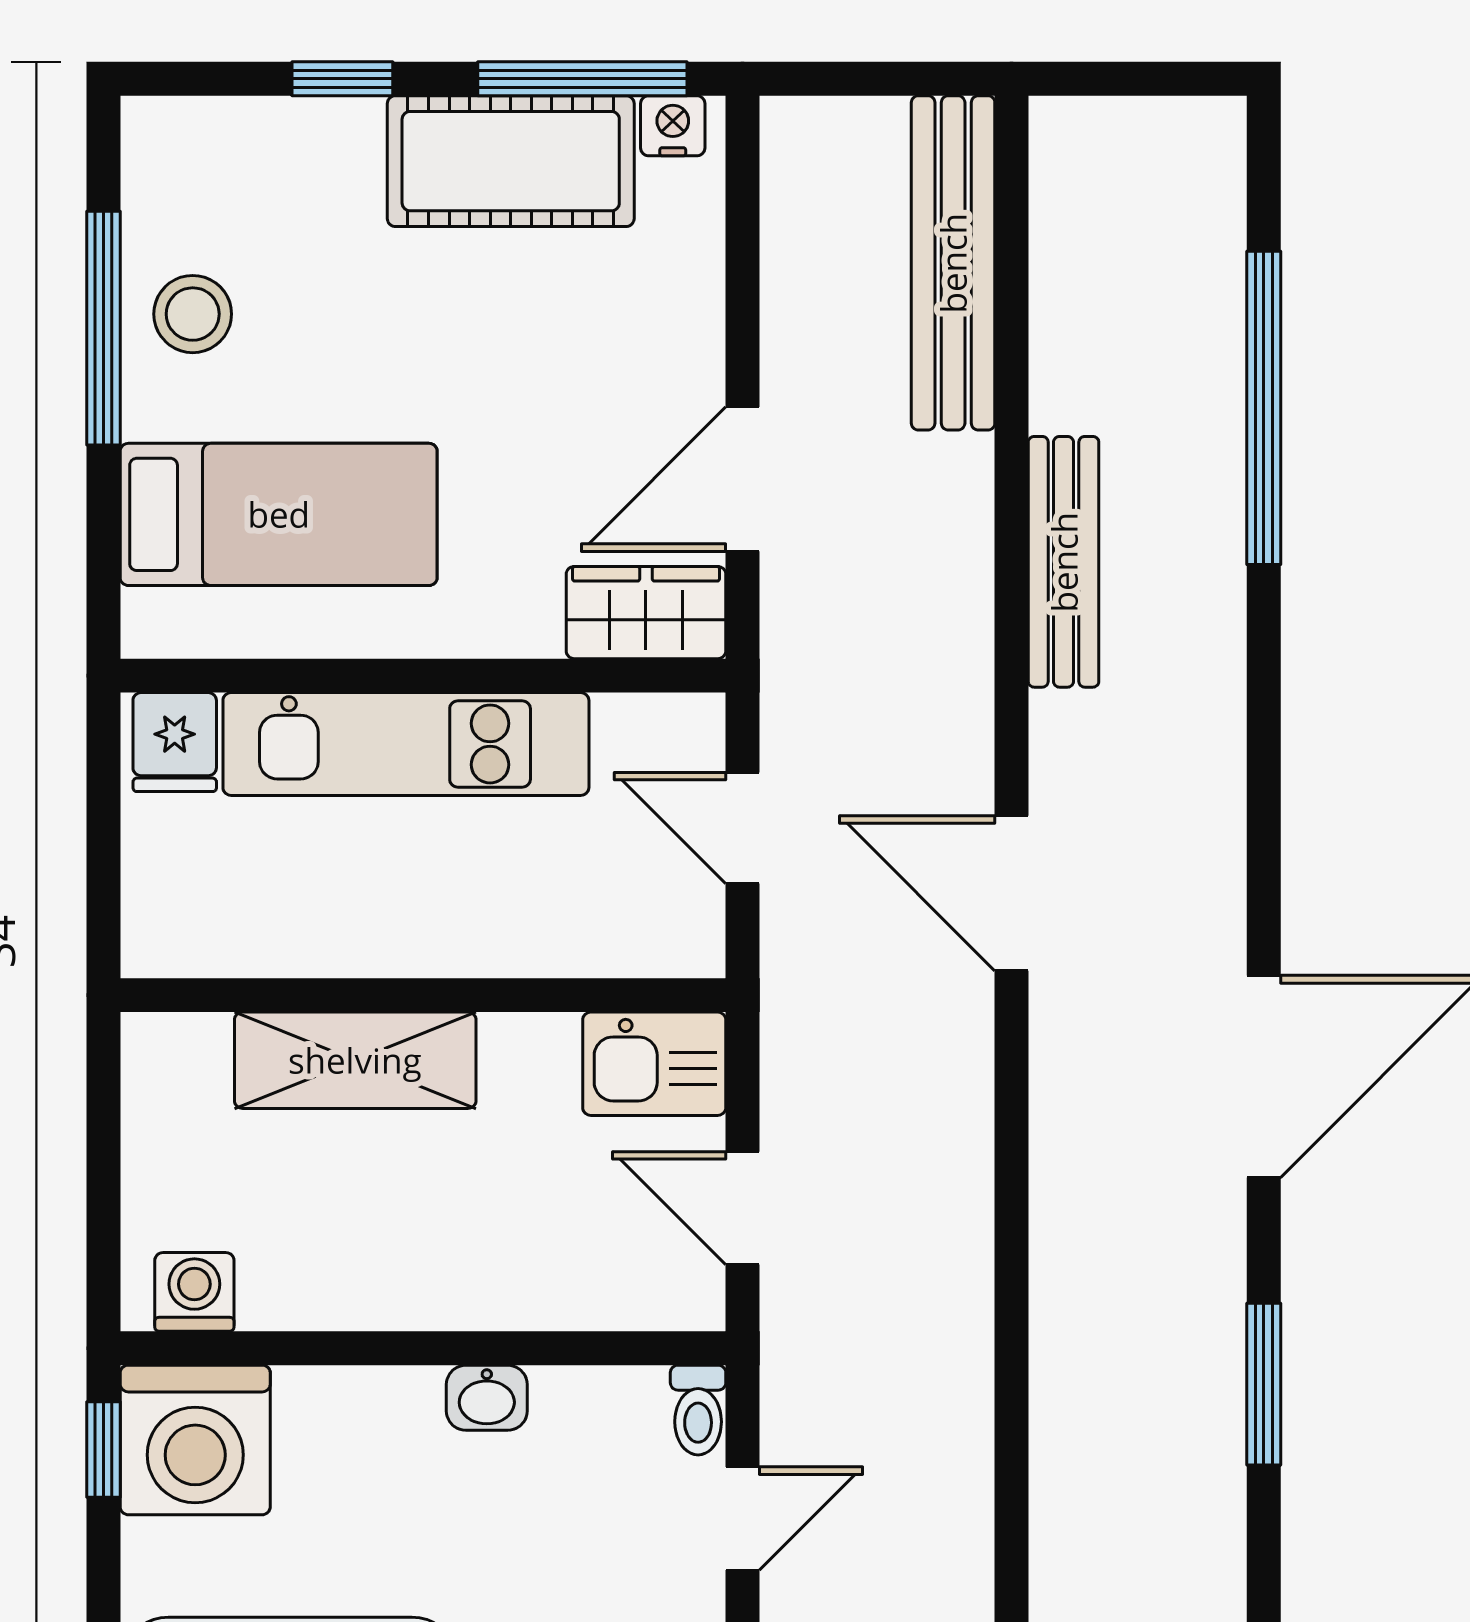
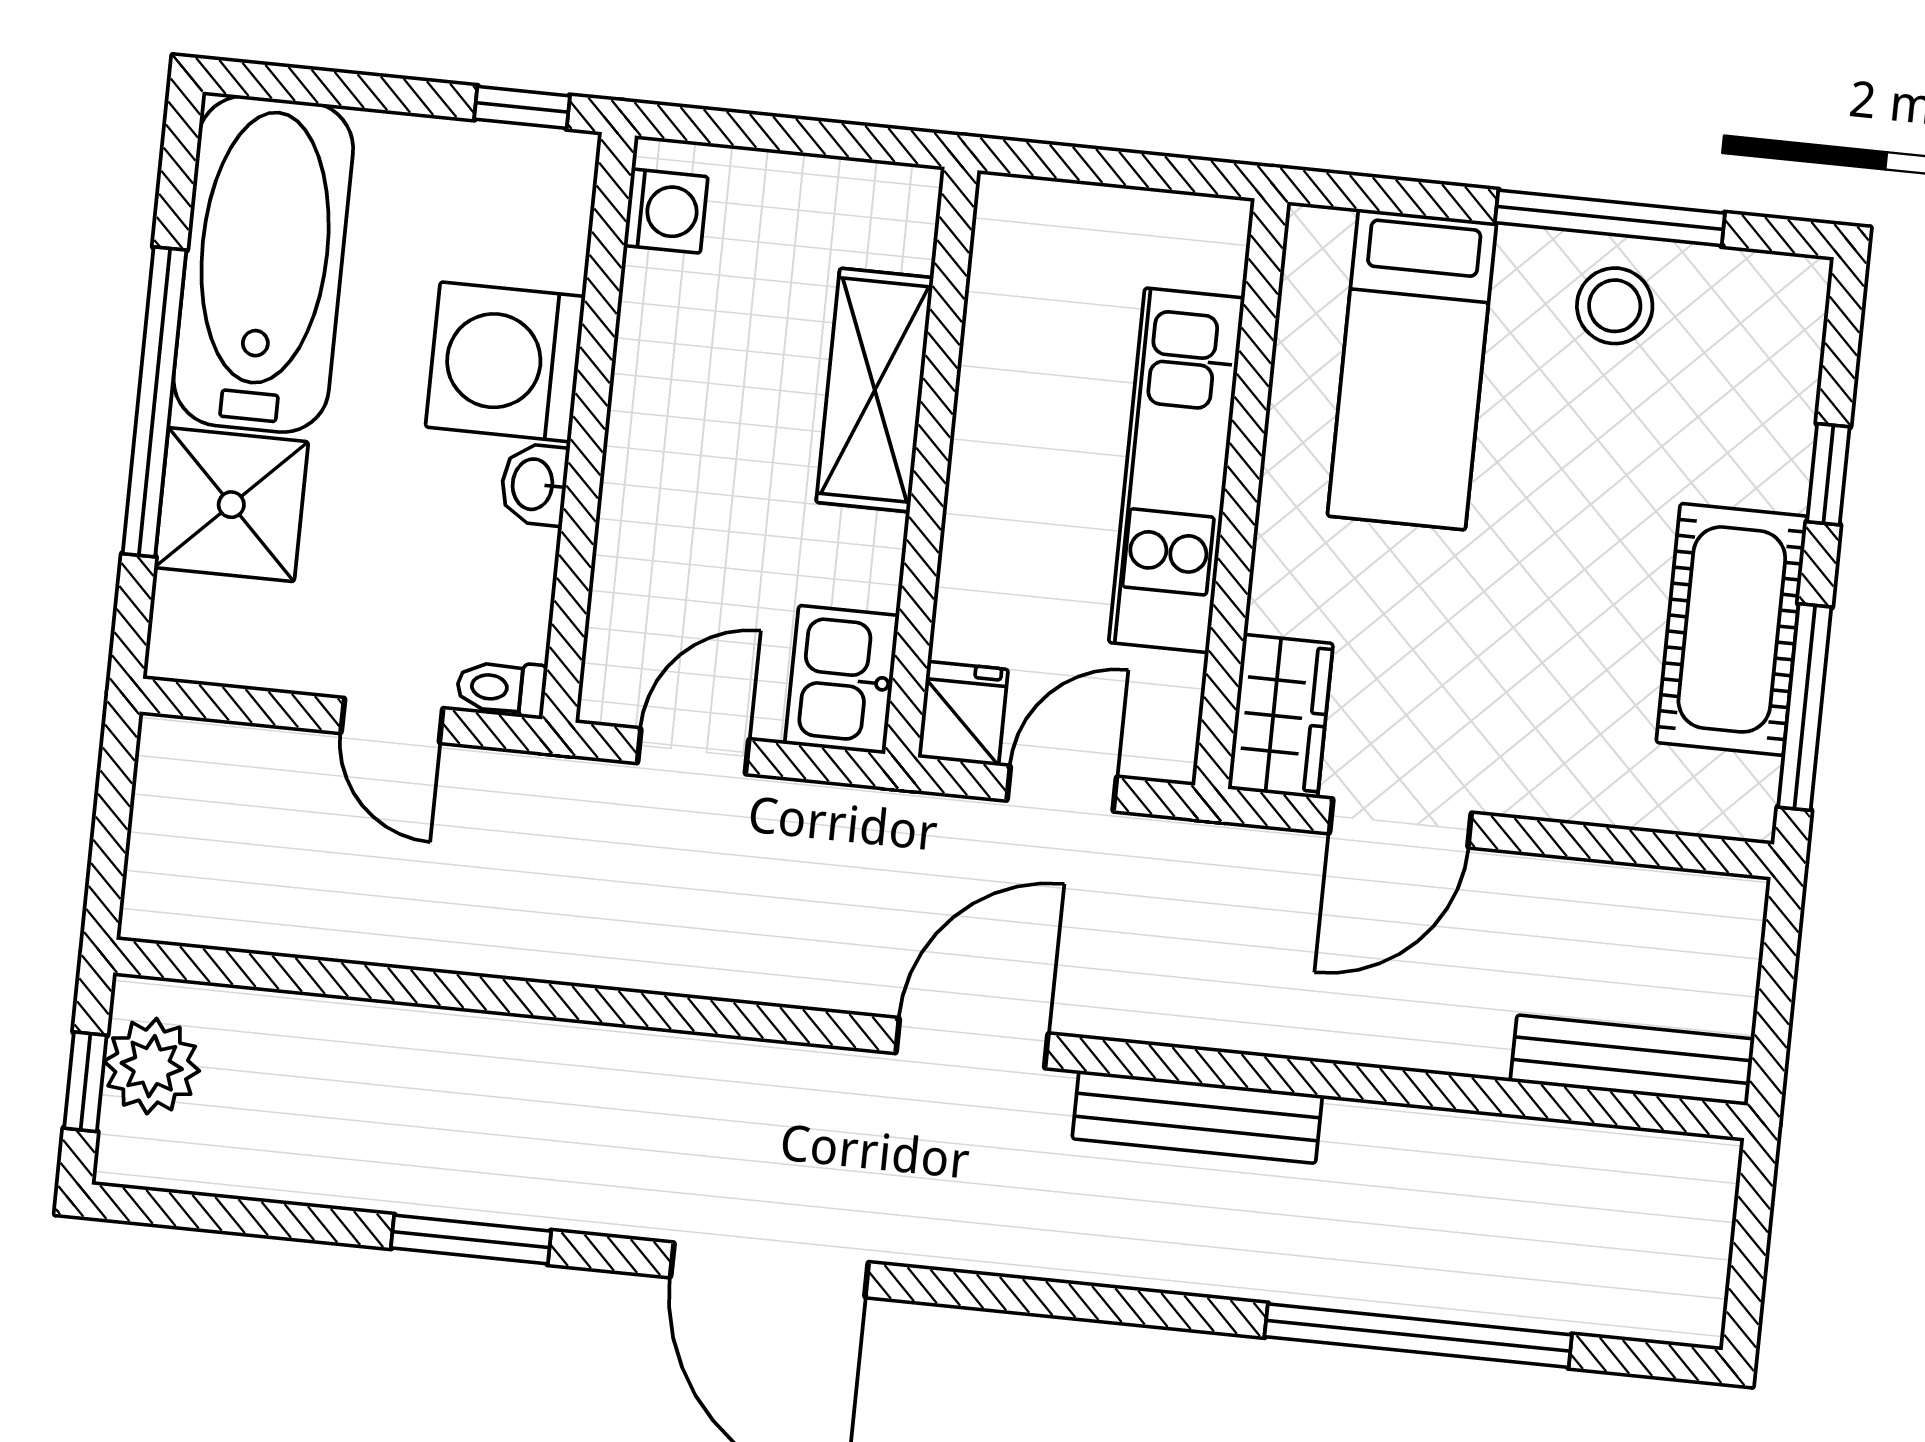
nightstand: (673, 126) -> (1750, 790), removed
bench: (953, 263) -> (1632, 1060), width x0.73, depth x0.82
door: (743, 479) -> (1400, 823), swing flipped
bench: (1064, 562) -> (1197, 1117), moved
fridge: (175, 742) -> (963, 713), moved, turned 90
washing machine: (195, 1440) -> (505, 362), moved

